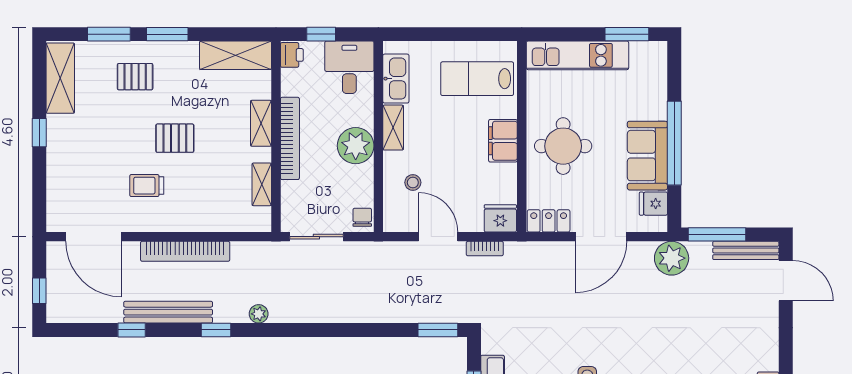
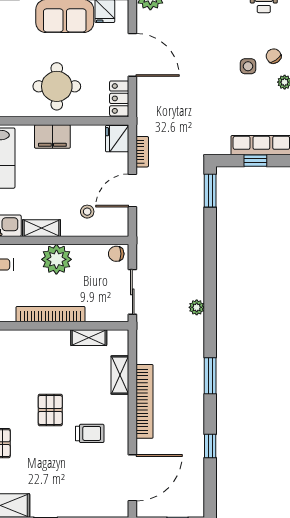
shelving: (261, 123) -> (120, 375), moved, turned 90
trolley: (147, 186) -> (90, 433), turned -90
bench: (168, 312) -> (195, 416), removed
plant: (259, 314) -> (197, 307), moved
window: (216, 330) -> (210, 376), width x1.50

